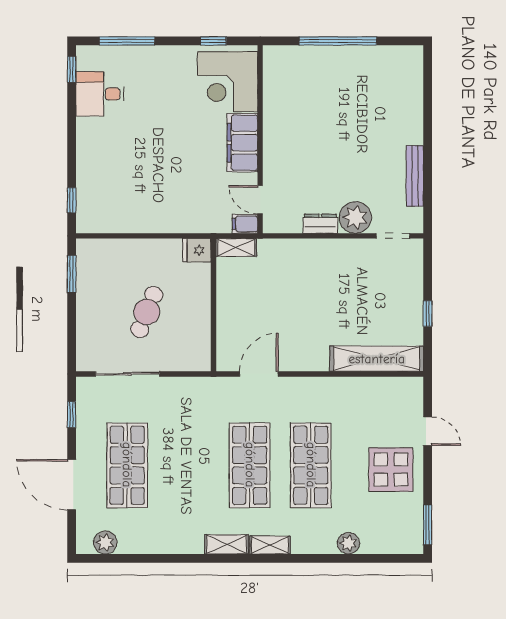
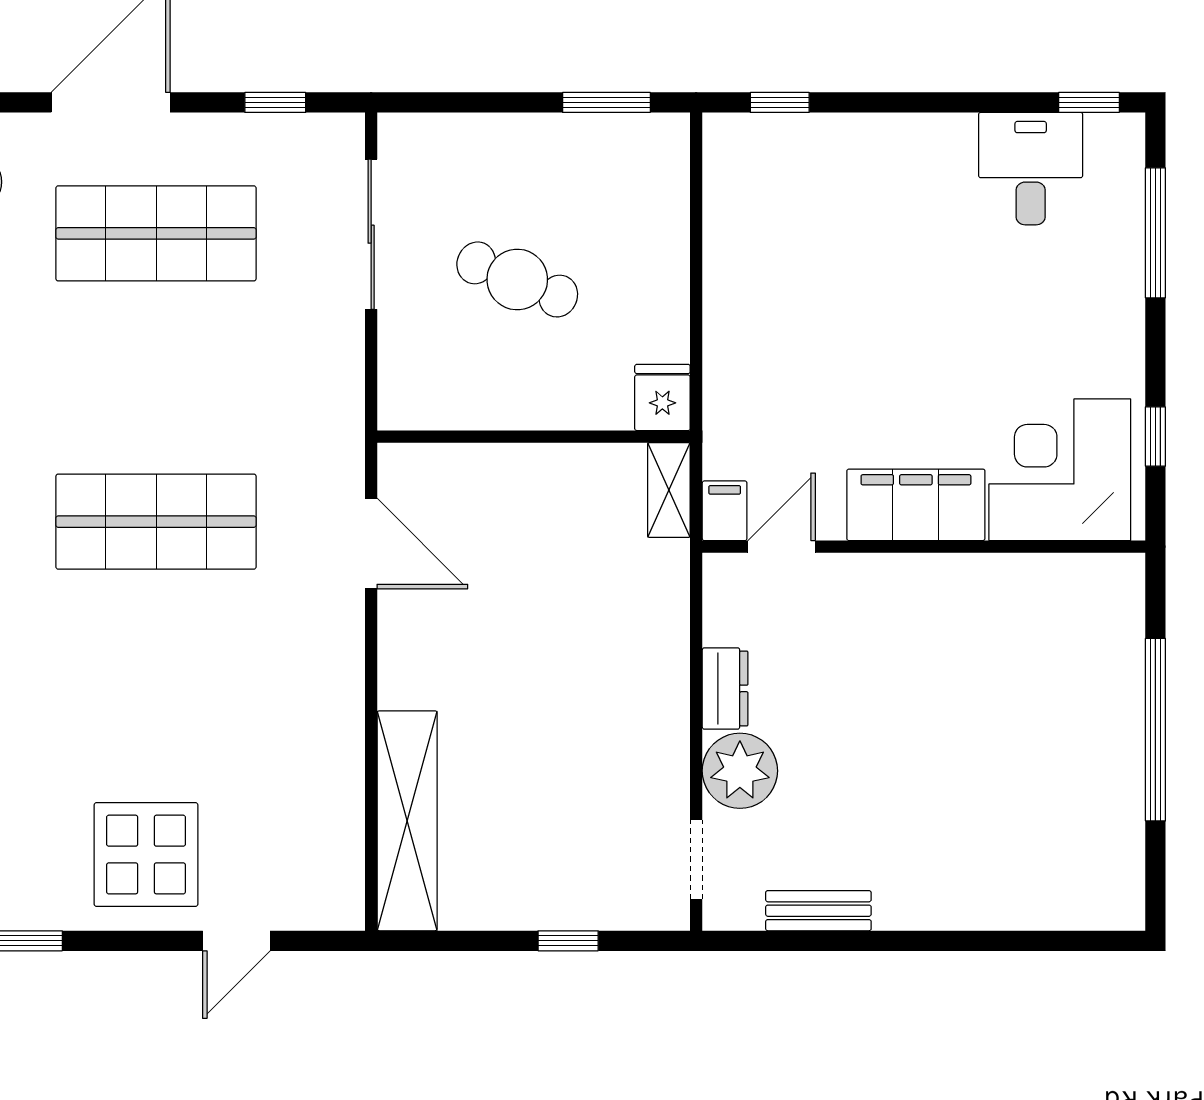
bench: (415, 176) -> (818, 911), width x0.73
window: (428, 314) -> (568, 941), moved
shop shelf: (311, 465) -> (156, 666), removed

